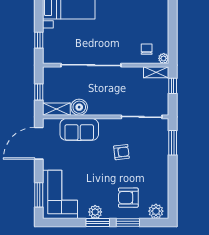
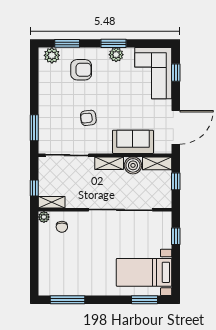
shelving: (102, 109) -> (109, 163), added
window: (39, 195) -> (176, 73), width x0.67
window: (128, 223) -> (67, 43), moved

